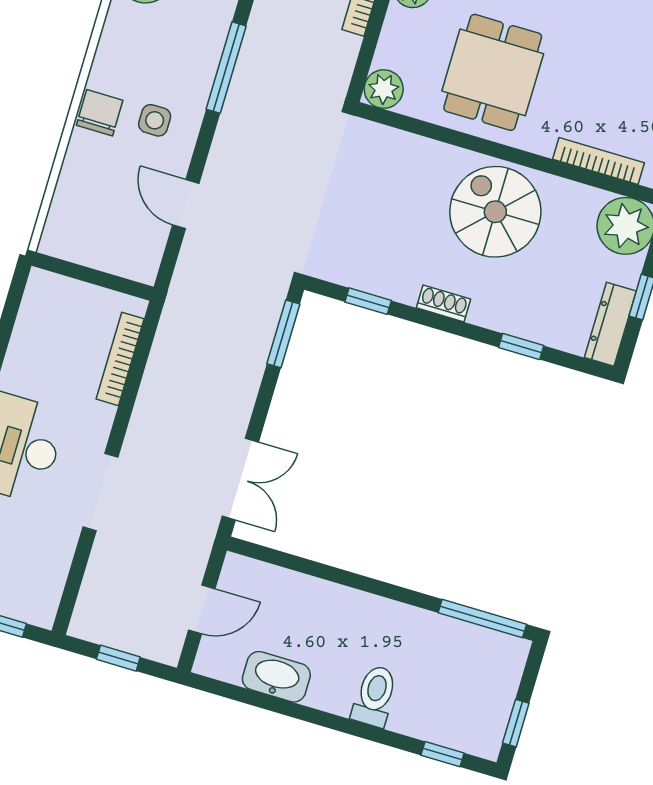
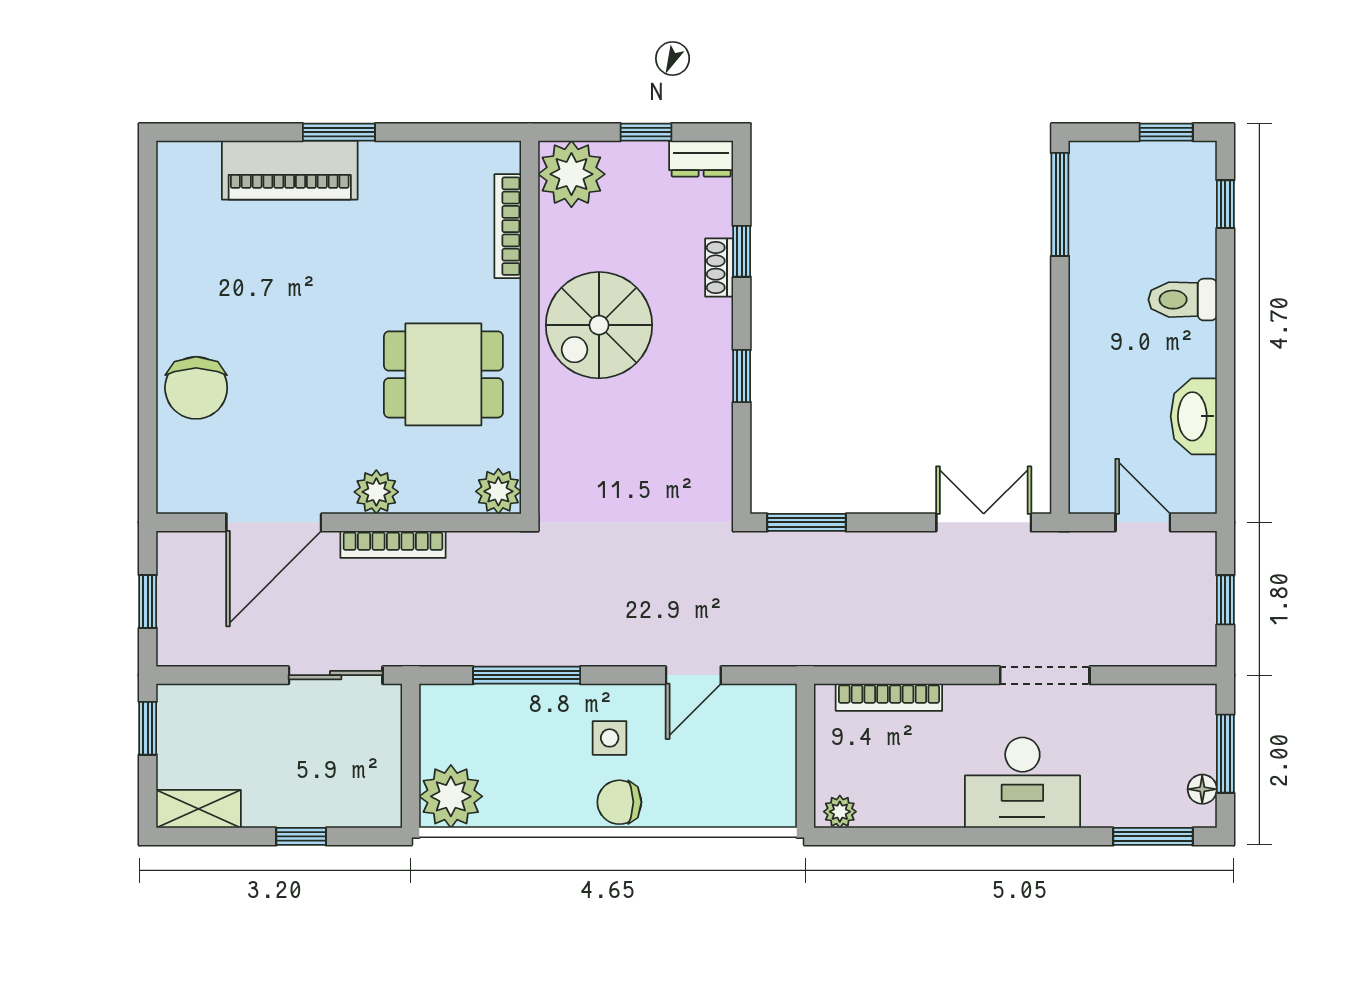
plant: (38, 291) -> (840, 812), added
window: (368, 301) -> (742, 376), moved
shoe rack: (444, 303) -> (719, 268), moved
dresser: (610, 324) -> (701, 159), width x0.70

